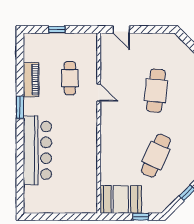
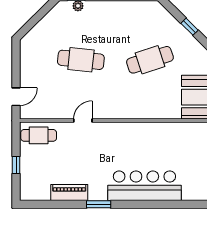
cafe table: (70, 78) -> (39, 135), moved
cafe table: (156, 156) -> (150, 60), turned -42

